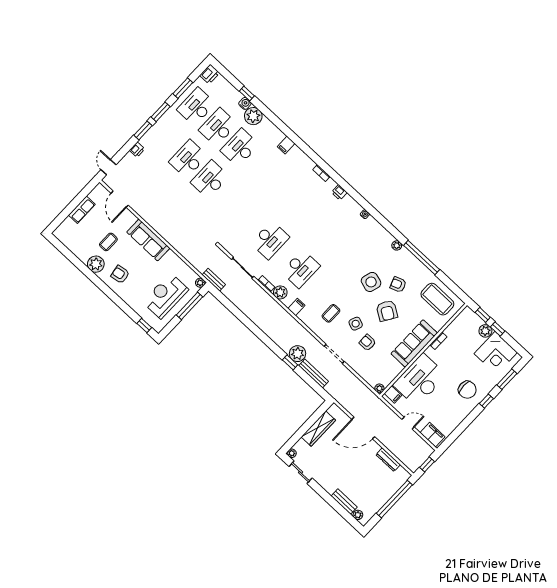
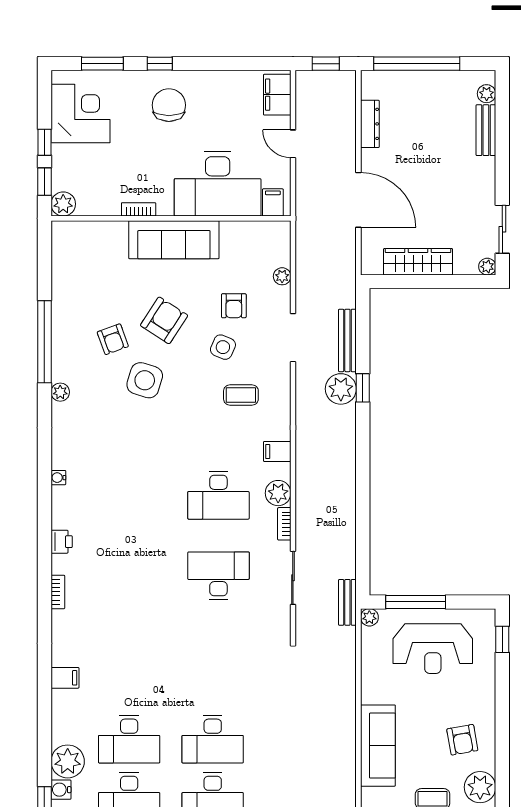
desk: (301, 269) -> (218, 495), turned 180
coffee table: (437, 299) -> (82, 265), removed
plant: (485, 331) -> (63, 204), moved
plant: (379, 388) -> (282, 276), moved

